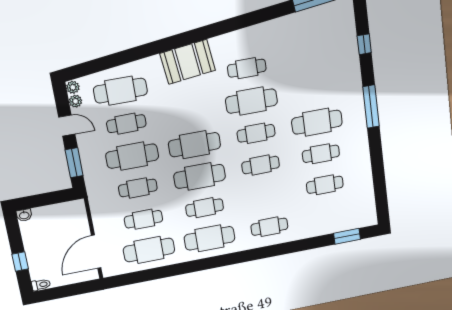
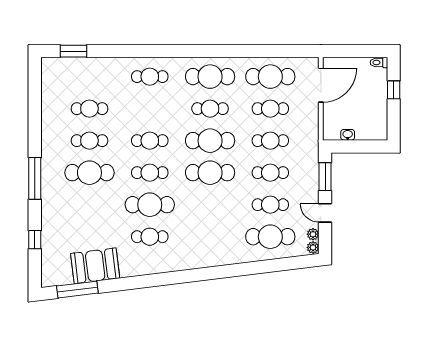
booth: (188, 62) -> (95, 266), moved
cafe table: (132, 156) -> (270, 173), width x0.73, depth x0.74
washbasin: (24, 215) -> (348, 135), moved

